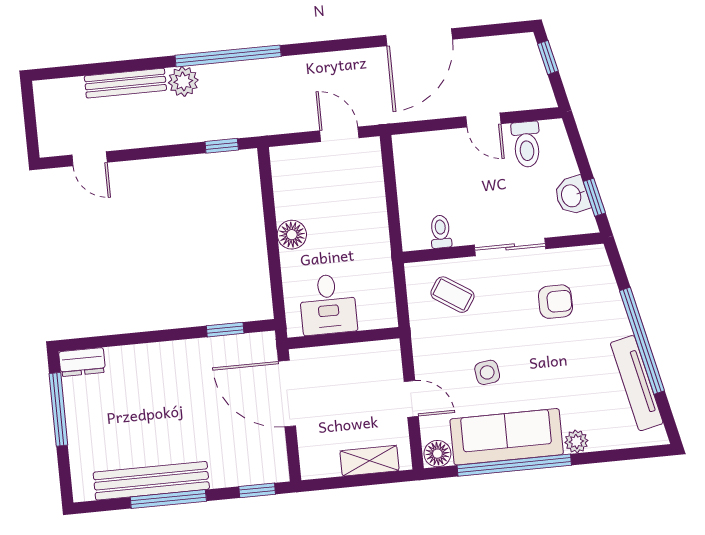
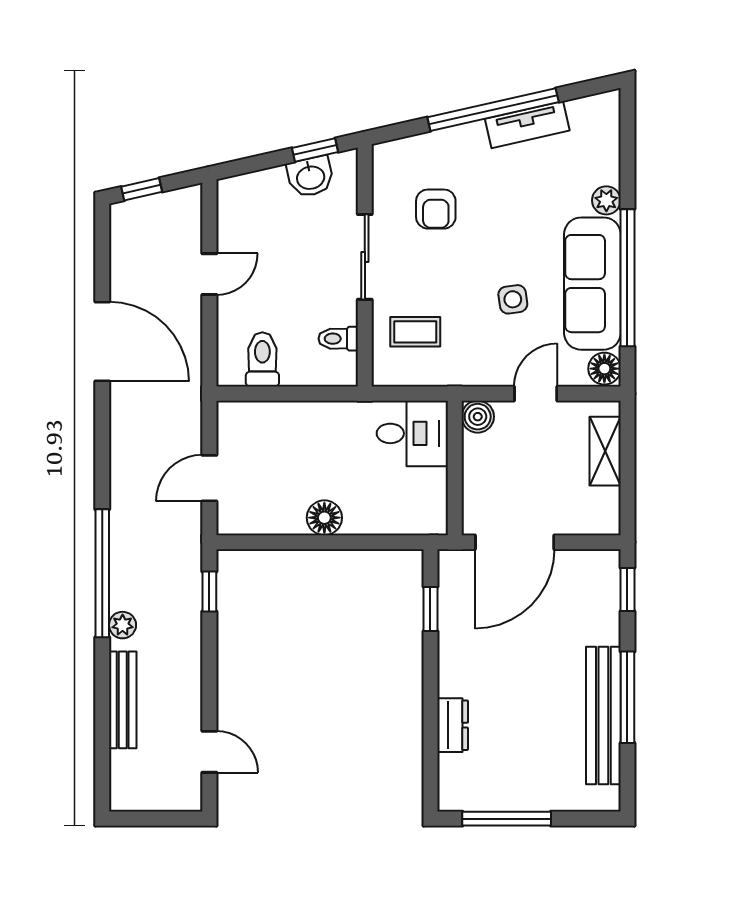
plant: (183, 81) -> (123, 625), width x0.73, depth x0.73
door: (339, 134) -> (209, 478), moved
toilet: (526, 144) -> (262, 359), moved, turned -90
door: (90, 159) -> (209, 752), hinge flipped
coffee table: (452, 295) -> (415, 332), turned 57
armchair: (555, 302) -> (436, 209), turned 180
desk: (328, 304) -> (412, 433), moved
boiler: (388, 353) -> (478, 417), added
dresser: (82, 362) -> (453, 725), moved
tv unit: (637, 383) -> (527, 125), width x0.71

